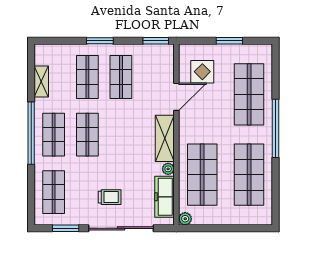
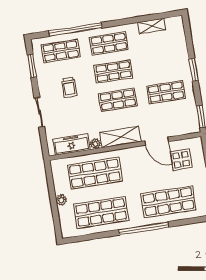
shop shelf: (87, 77) -> (118, 100), moved
window: (31, 133) -> (76, 29), moved
trolley: (110, 197) -> (69, 87), moved
plant: (185, 219) -> (61, 200), moved
sliding door: (121, 228) -> (39, 112), width x0.54

